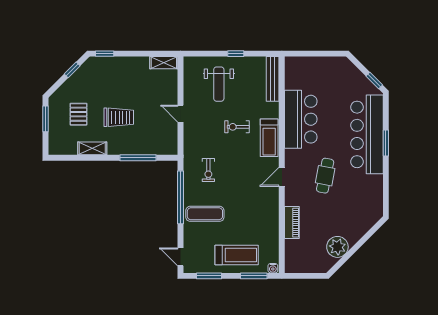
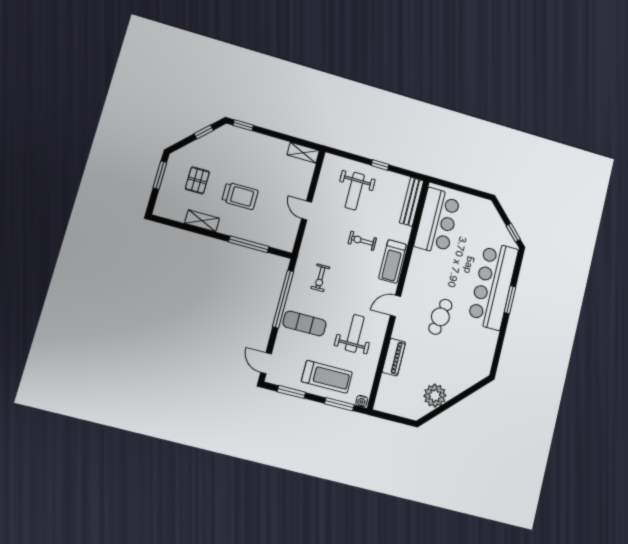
bar counter: (301, 119) -> (437, 221), moved
weight bench: (251, 211) -> (355, 333), added

